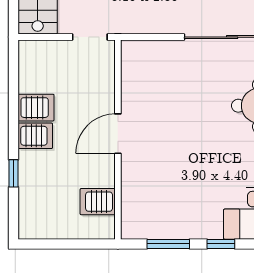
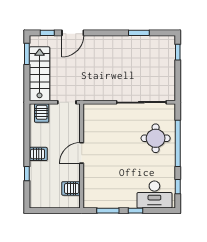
server rack: (36, 108) -> (42, 113), moved, turned 90

